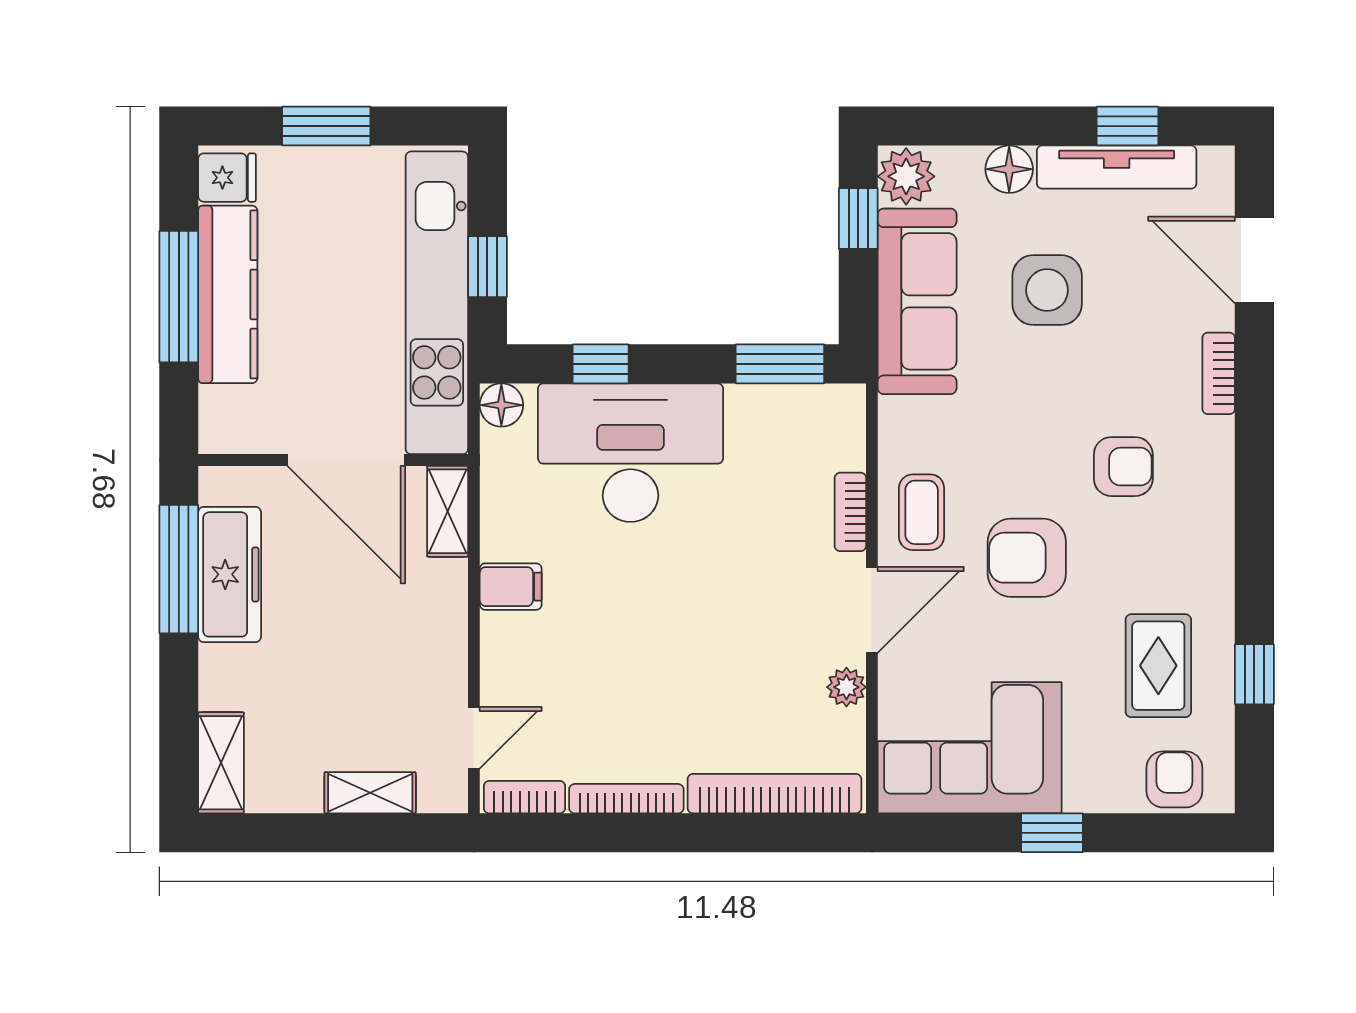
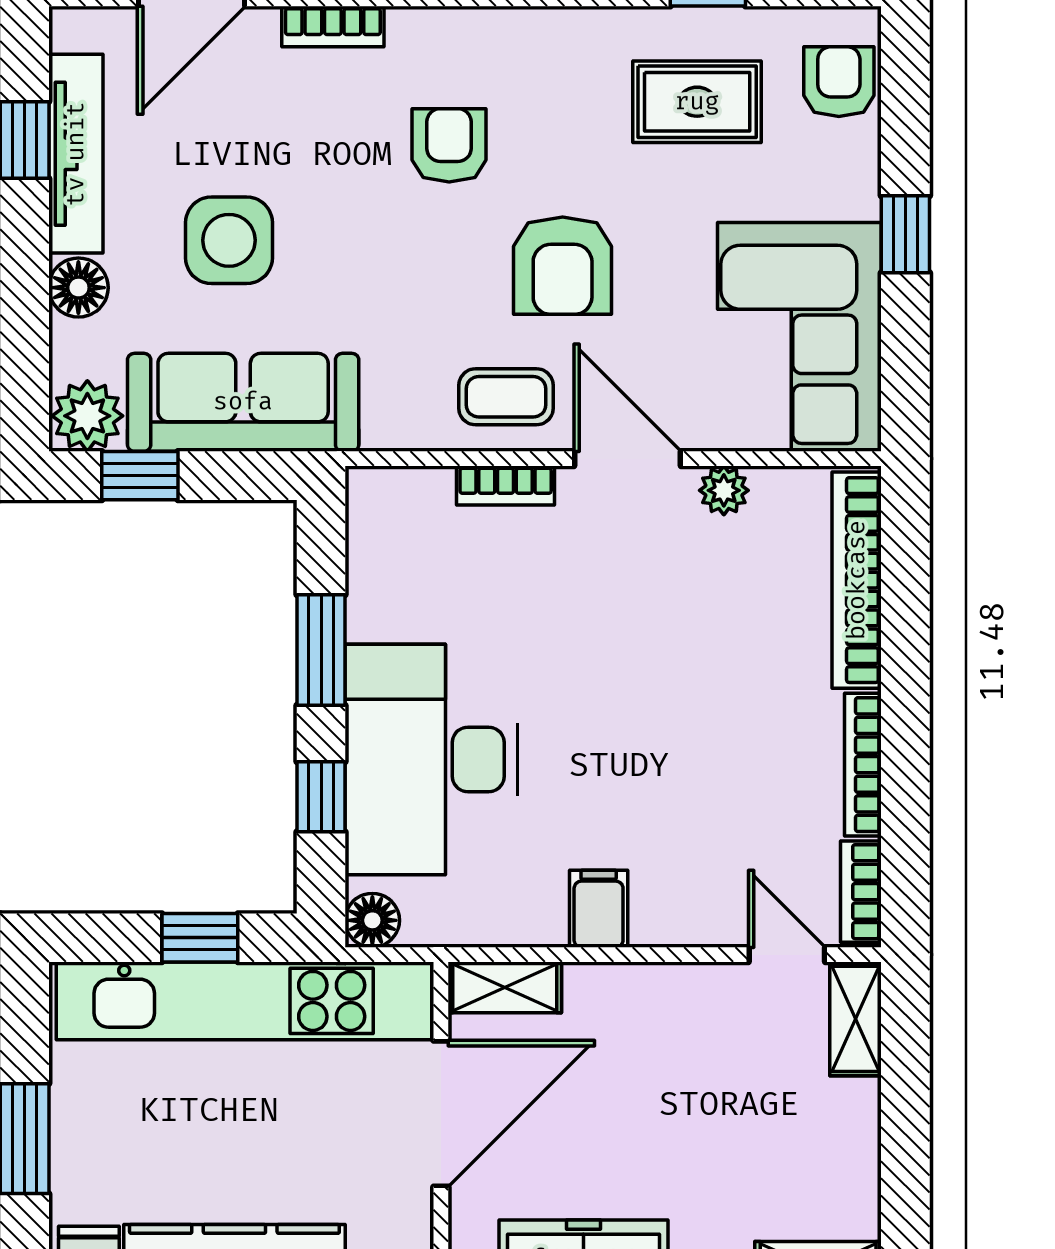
window: (780, 364) -> (321, 650), moved
armchair: (1174, 779) -> (839, 82), turned 90
shelving: (370, 793) -> (855, 1019), moved

